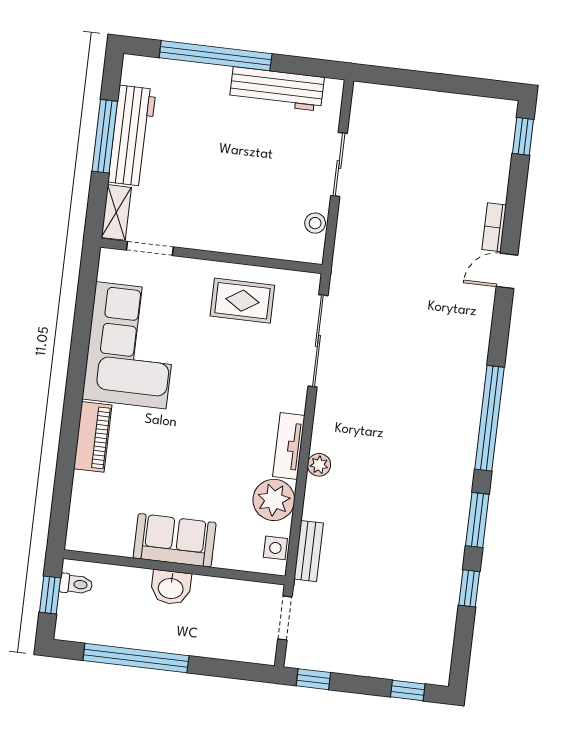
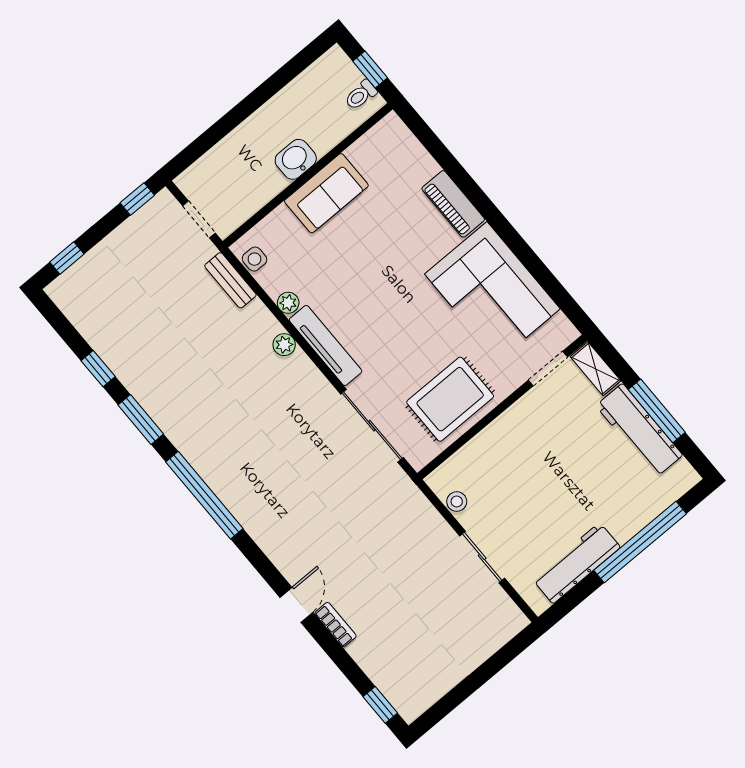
rug: (242, 301) -> (450, 399), width x1.36, depth x1.43
tv unit: (289, 446) -> (326, 345), width x1.41
plant: (274, 500) -> (288, 303), width x0.53, depth x0.53
window: (136, 658) -> (269, 88), removed

